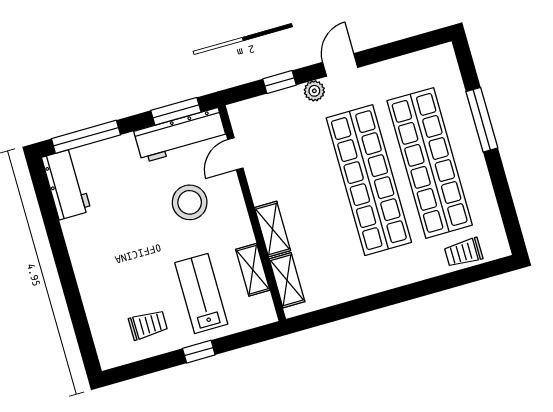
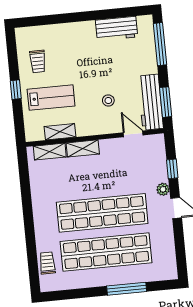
workbench: (66, 184) -> (117, 28), moved
stool: (190, 202) -> (108, 100), width x0.53, depth x0.53

